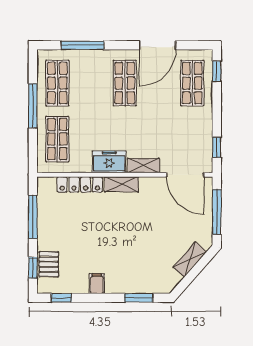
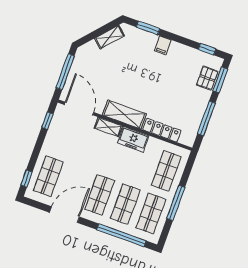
window: (82, 45) -> (121, 235), width x1.46
shop shelf: (91, 83) -> (125, 204), added
shelving: (121, 184) -> (124, 115), width x1.50, depth x1.33
shelving: (190, 259) -> (110, 37), moved
window: (33, 268) -> (220, 80), width x1.50
filing cabinet: (97, 284) -> (163, 45), moved

